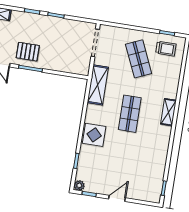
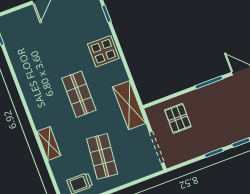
pallet: (28, 52) -> (178, 118), moved, turned 90
shop shelf: (139, 59) -> (102, 156), turned 30
shelving: (168, 112) -> (49, 143), moved

